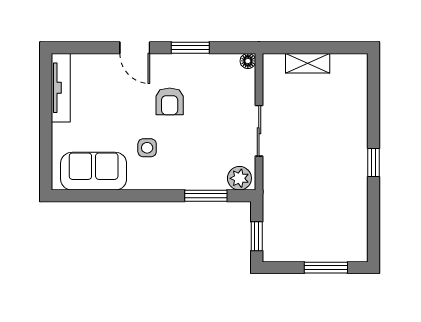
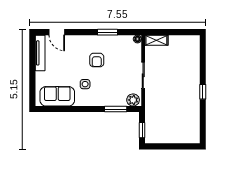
door: (135, 48) -> (57, 32), moved
shelving: (308, 63) -> (156, 40), moved
window: (326, 268) -> (178, 146), removed

